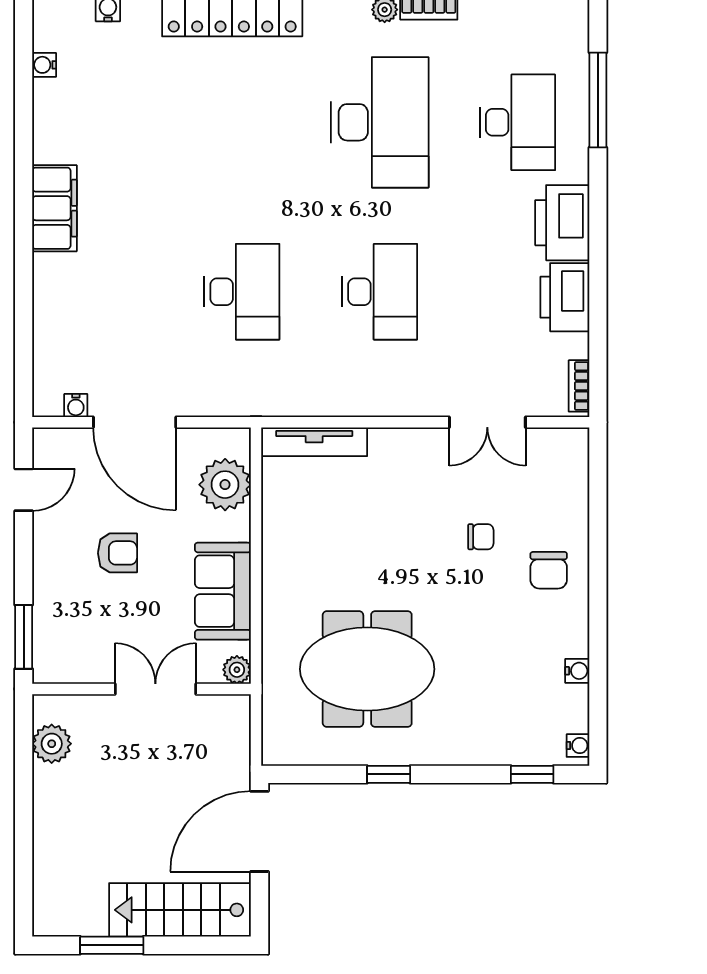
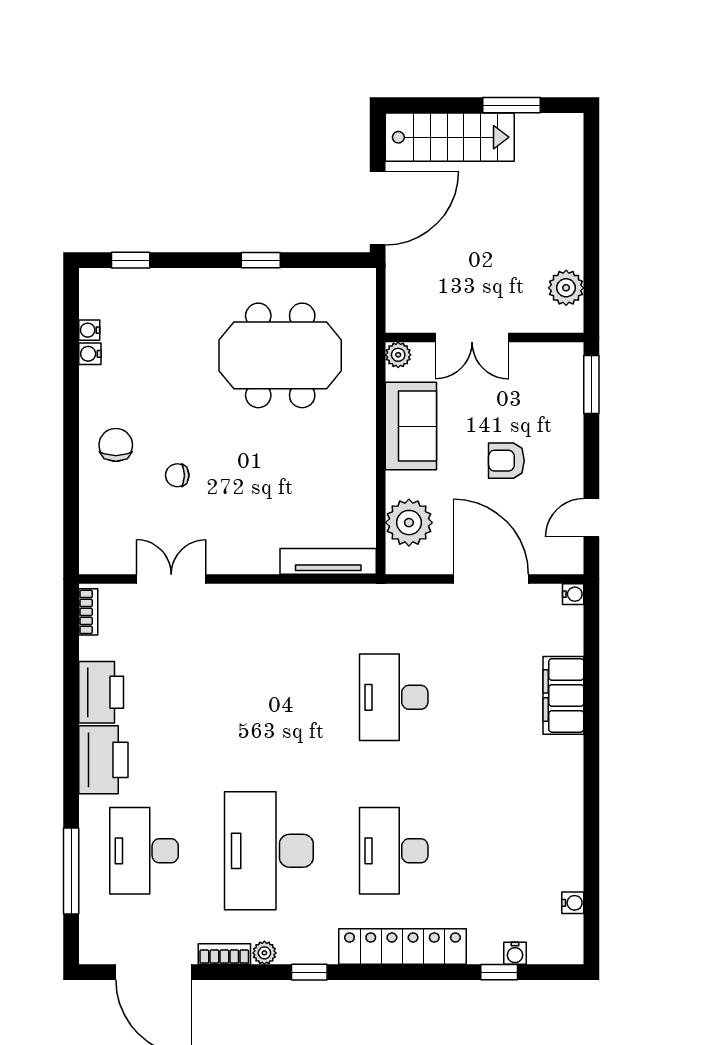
filing cabinet: (55, 208) -> (563, 695), moved
desk: (380, 292) -> (394, 851), moved
water cooler: (76, 406) -> (573, 594), moved, turned 90
water cooler: (578, 746) -> (89, 330), moved

